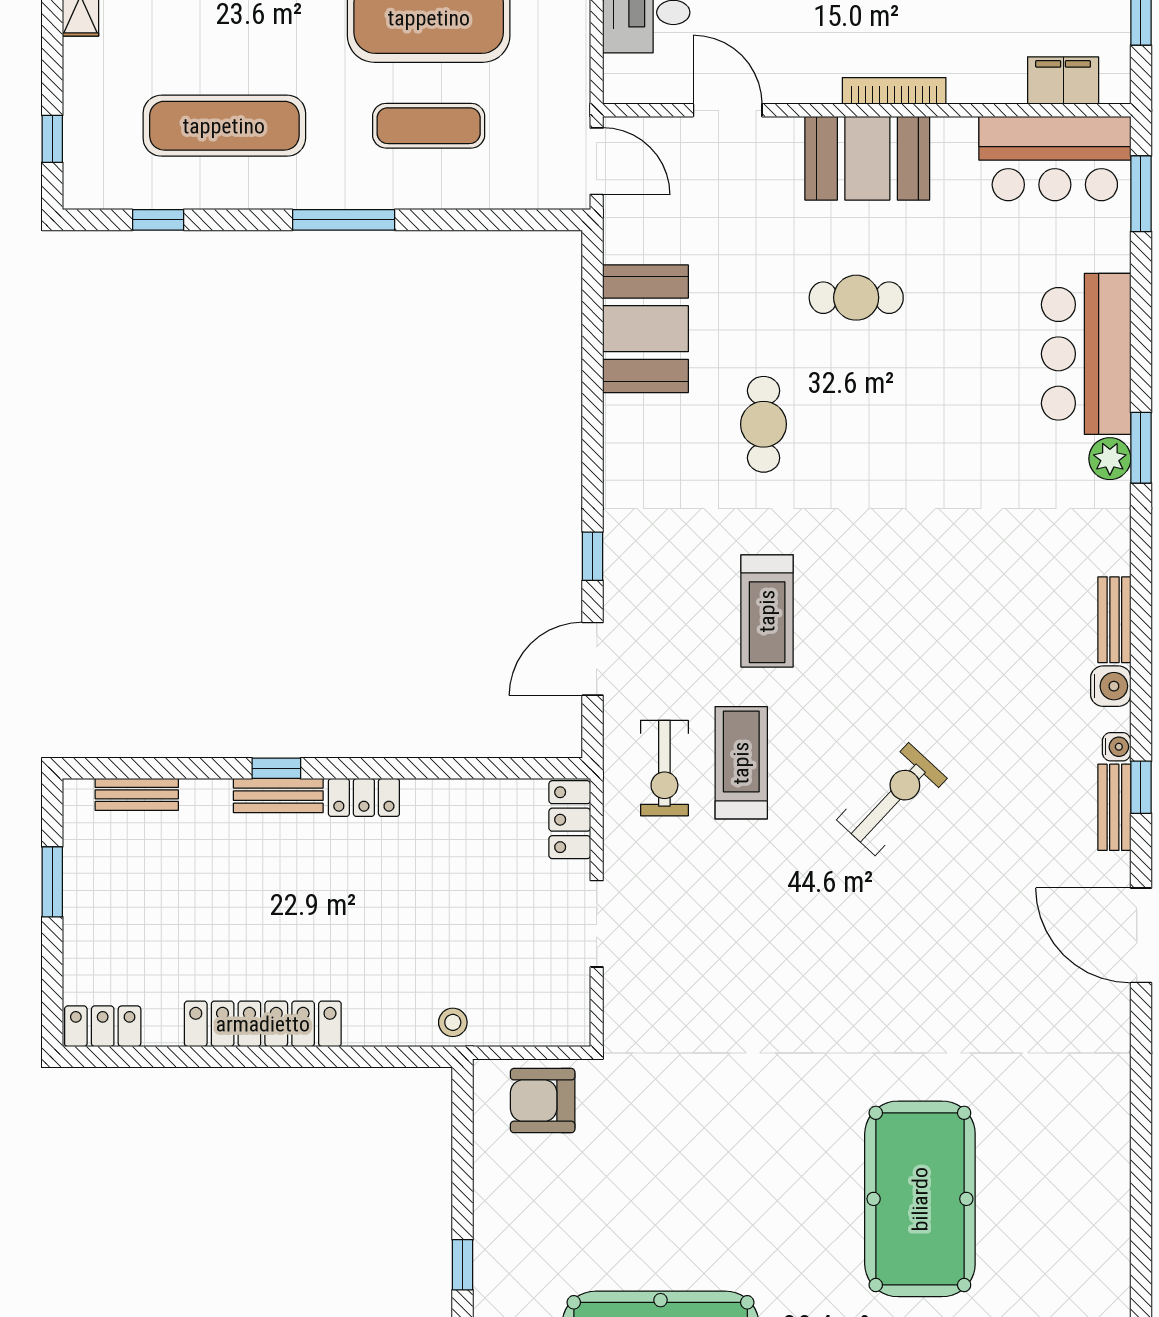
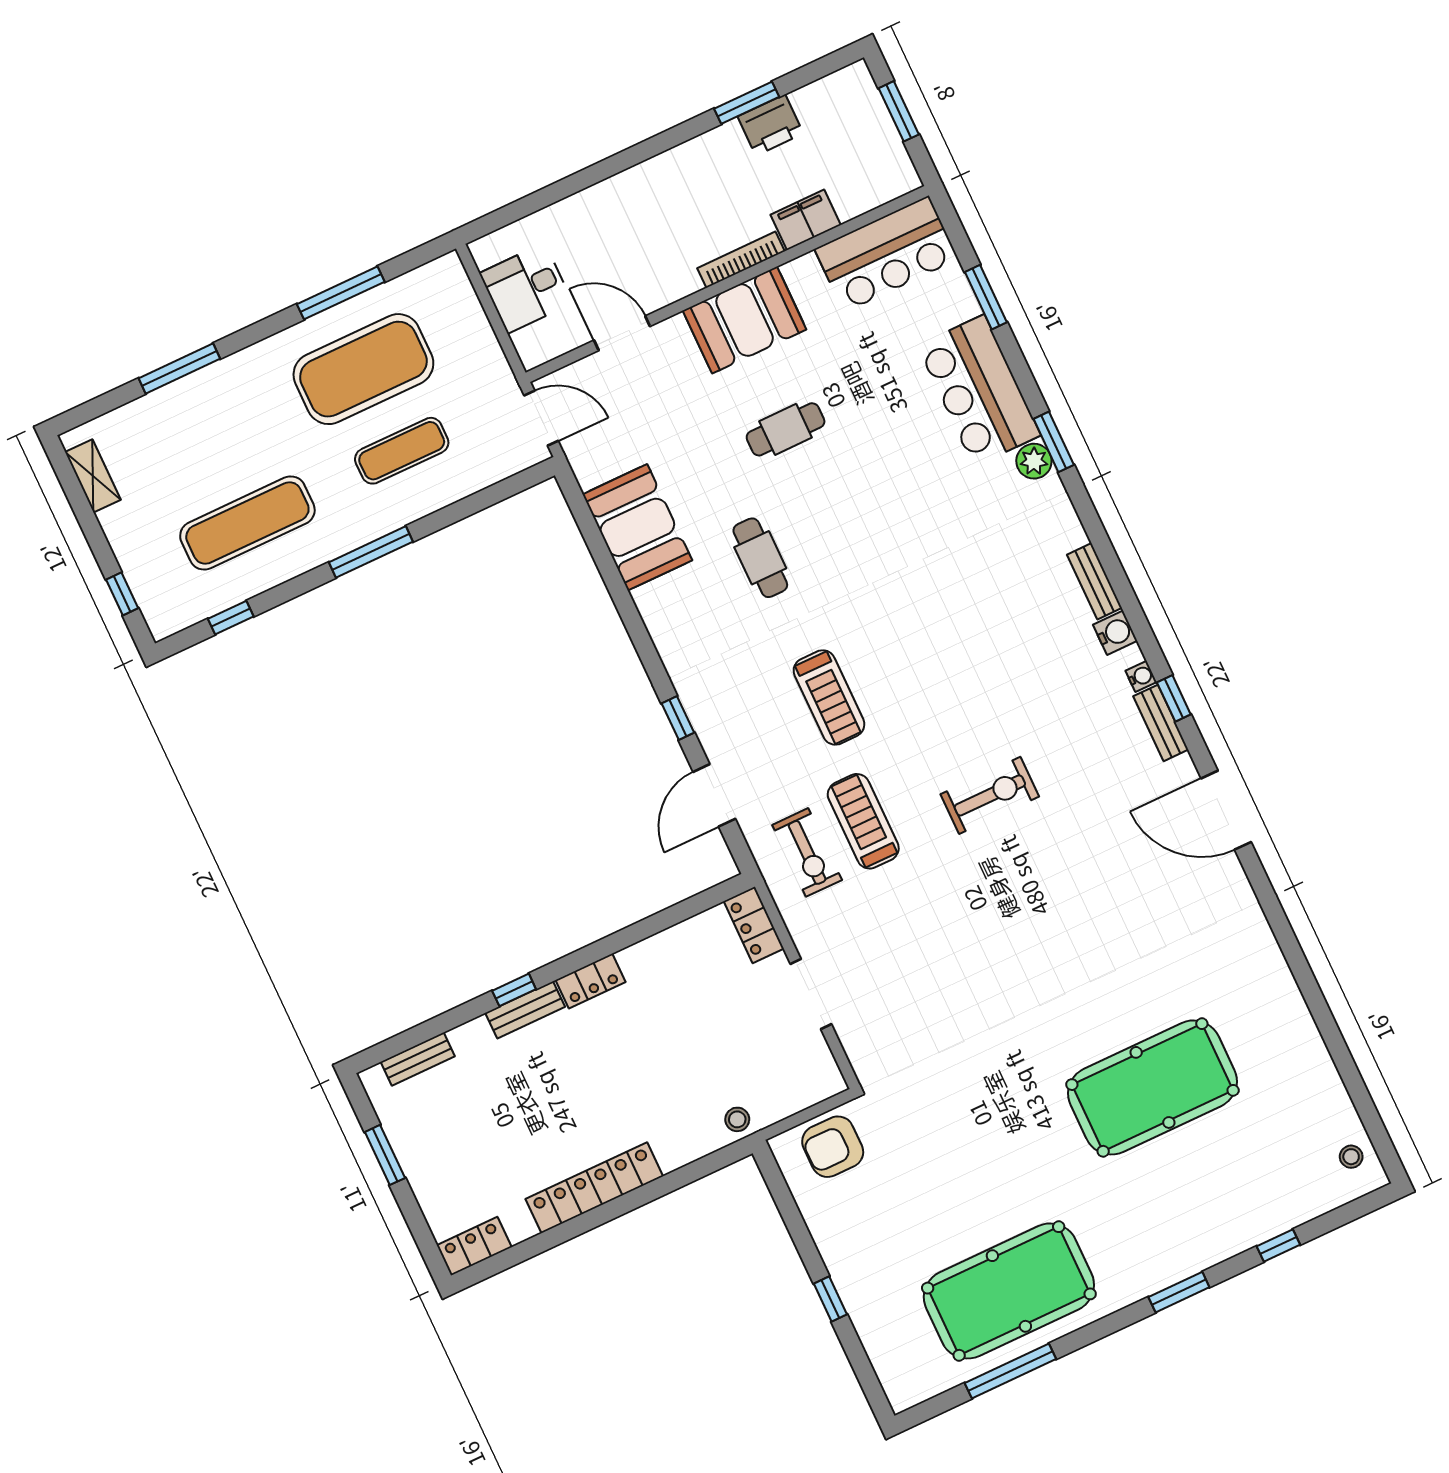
filing cabinet: (1063, 80) -> (806, 220), moved
window: (1141, 194) -> (986, 297), moved
exercise bike: (892, 799) -> (990, 795), turned 47
pool table: (920, 1199) -> (1152, 1087), turned 90

